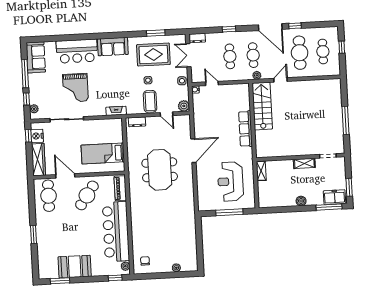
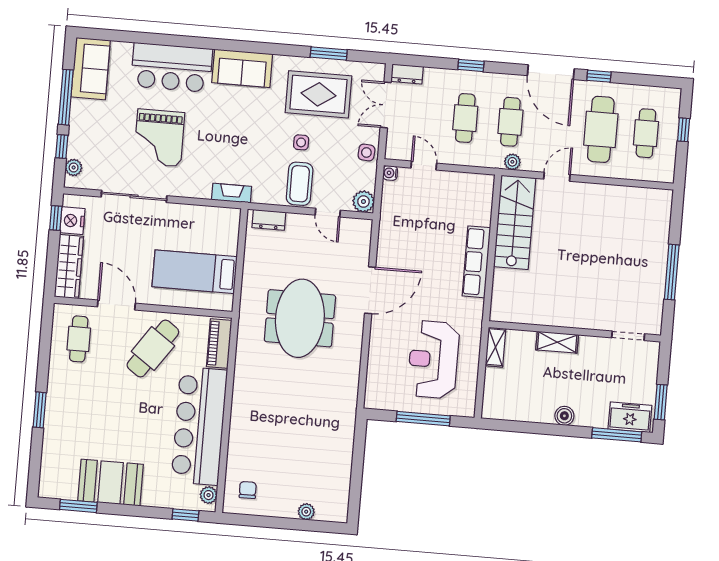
shelving: (304, 163) -> (557, 342), moved
cafe table: (49, 196) -> (79, 339), width x0.73, depth x0.74

